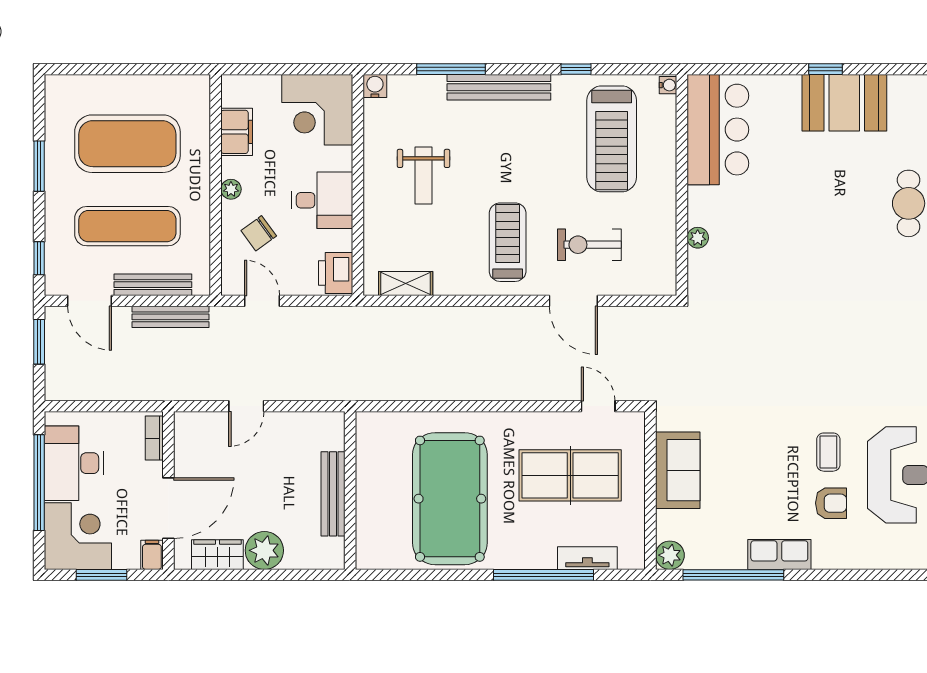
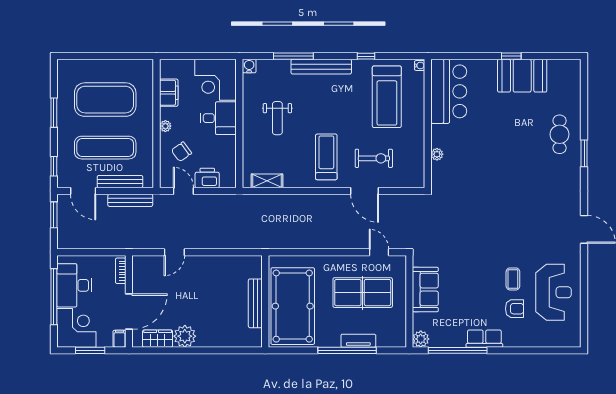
desk: (322, 200) -> (218, 118), moved
exercise bike: (589, 245) -> (374, 158), turned 180
printer: (336, 273) -> (207, 178), moved, turned 90
wall: (350, 490) -> (265, 301), moved
bench: (333, 494) -> (255, 303), moved
tv unit: (587, 558) -> (358, 341), moved

